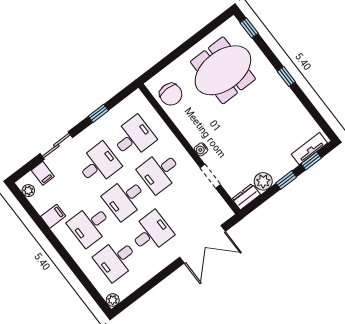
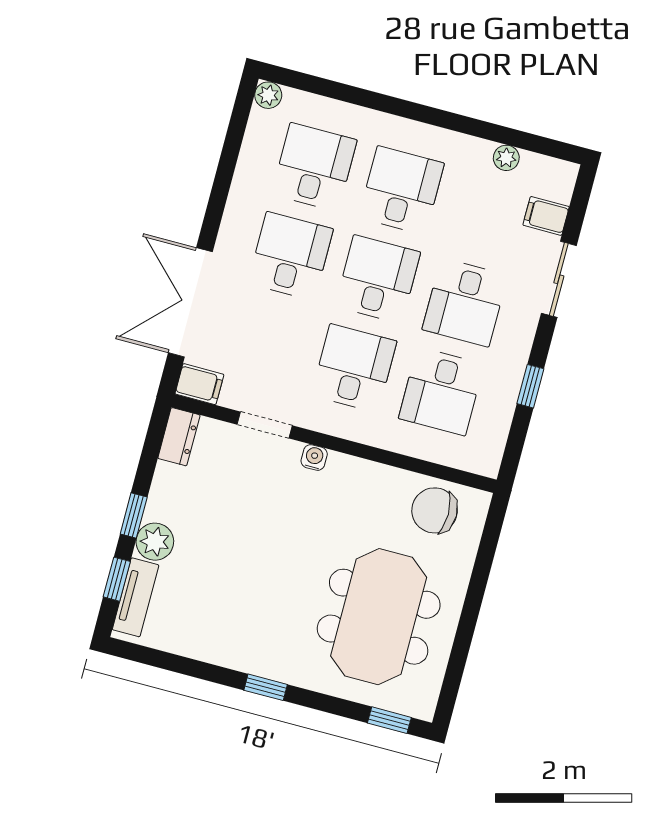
plant: (263, 181) -> (155, 542), moved
plant: (28, 191) -> (506, 158), moved
filing cabinet: (53, 216) -> (199, 384), moved, turned -90
desk: (151, 233) -> (291, 256), turned 180

